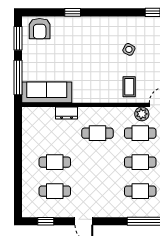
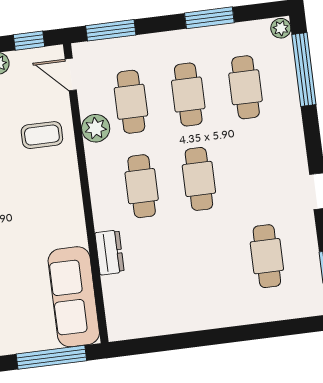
plant: (142, 114) -> (96, 128), moved
cafe table: (55, 162) -> (199, 179), moved

